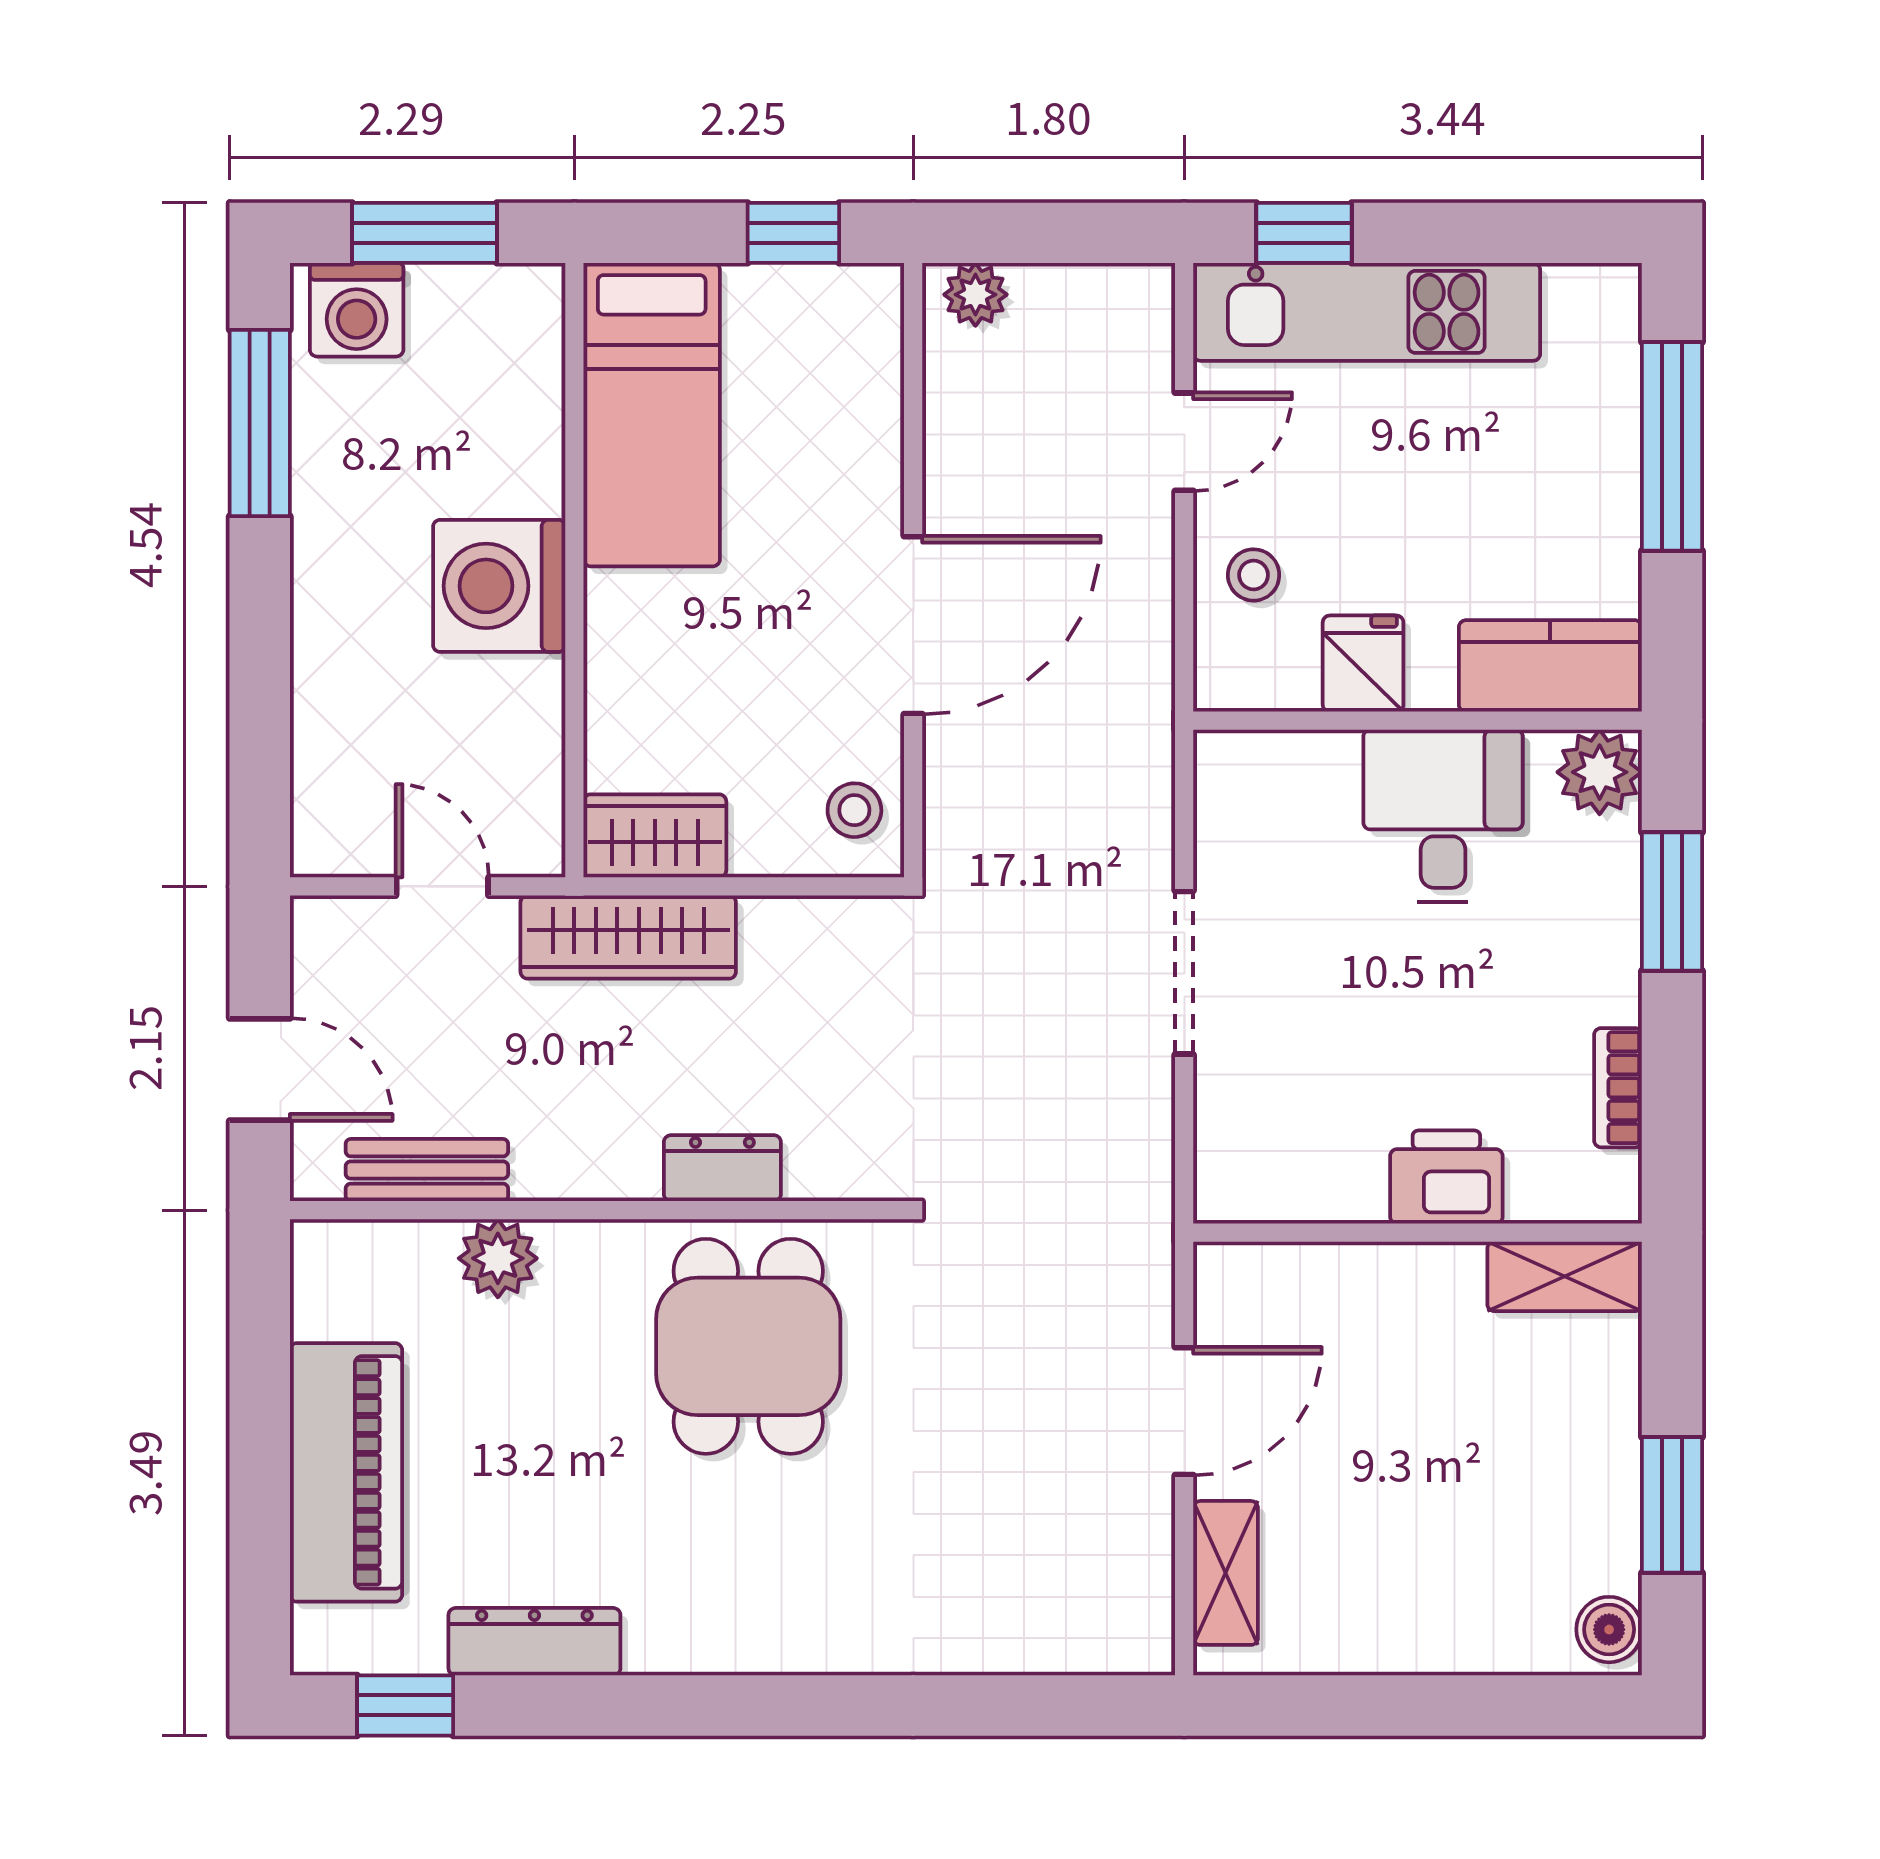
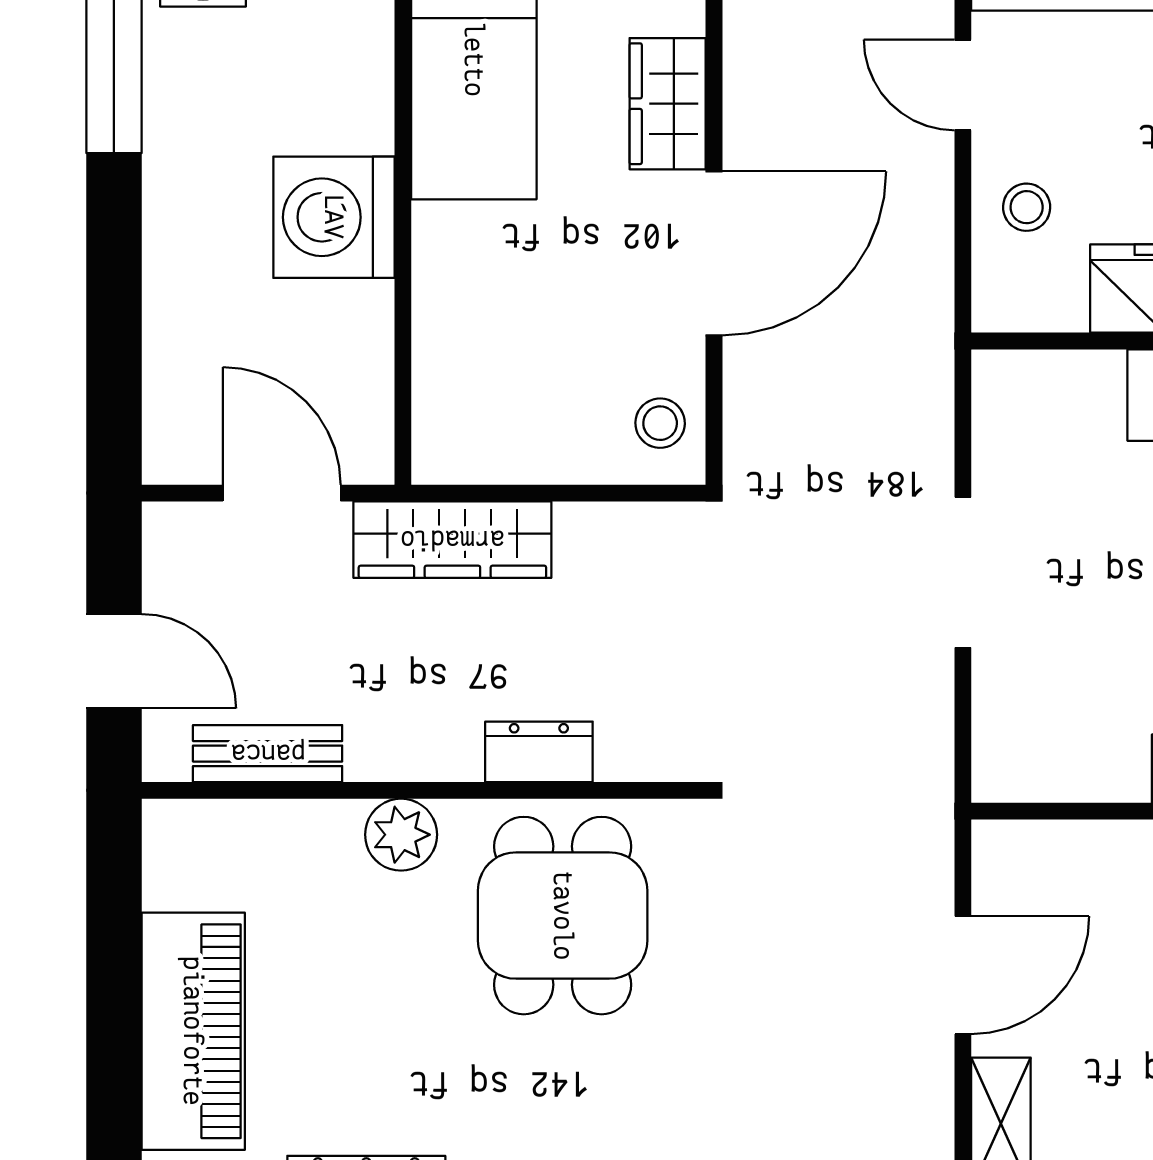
door: (1184, 442) -> (963, 85), swing flipped
wardrobe: (655, 836) -> (668, 104), moved, turned -90
door: (442, 886) -> (282, 493), width x1.38
plant: (498, 1258) -> (401, 835), moved

